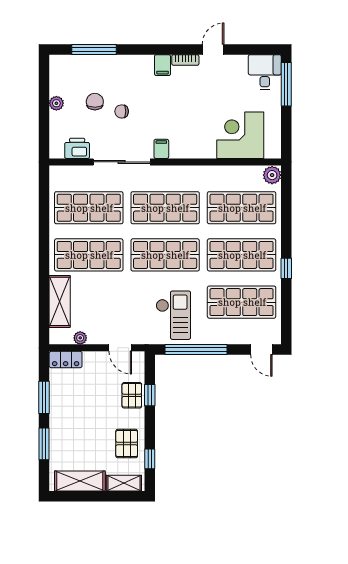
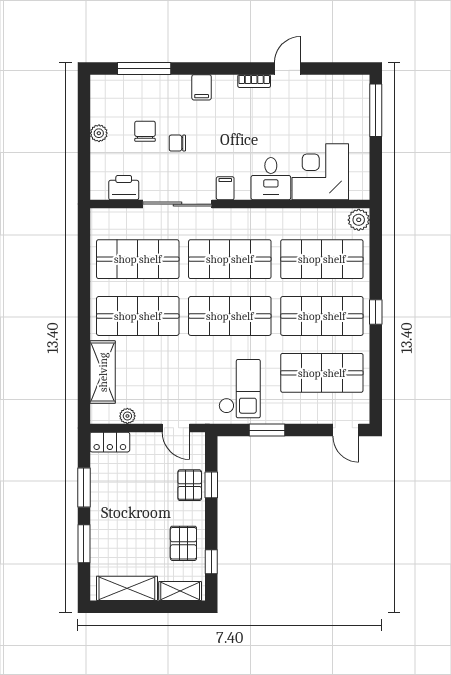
filing cabinet: (163, 65) -> (202, 87), moved
desk: (265, 72) -> (271, 179), moved, turned 180
window: (286, 268) -> (376, 312), moved
window: (196, 350) -> (267, 430), width x0.47

